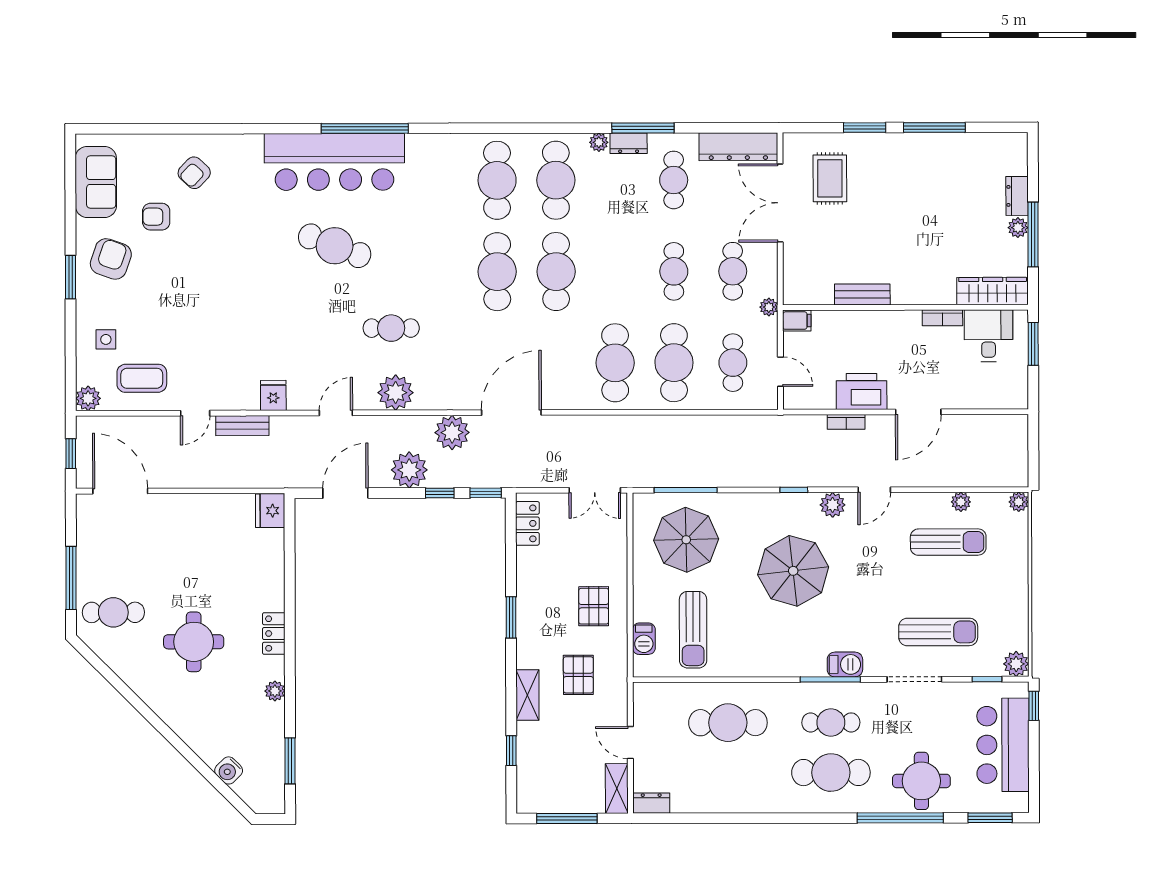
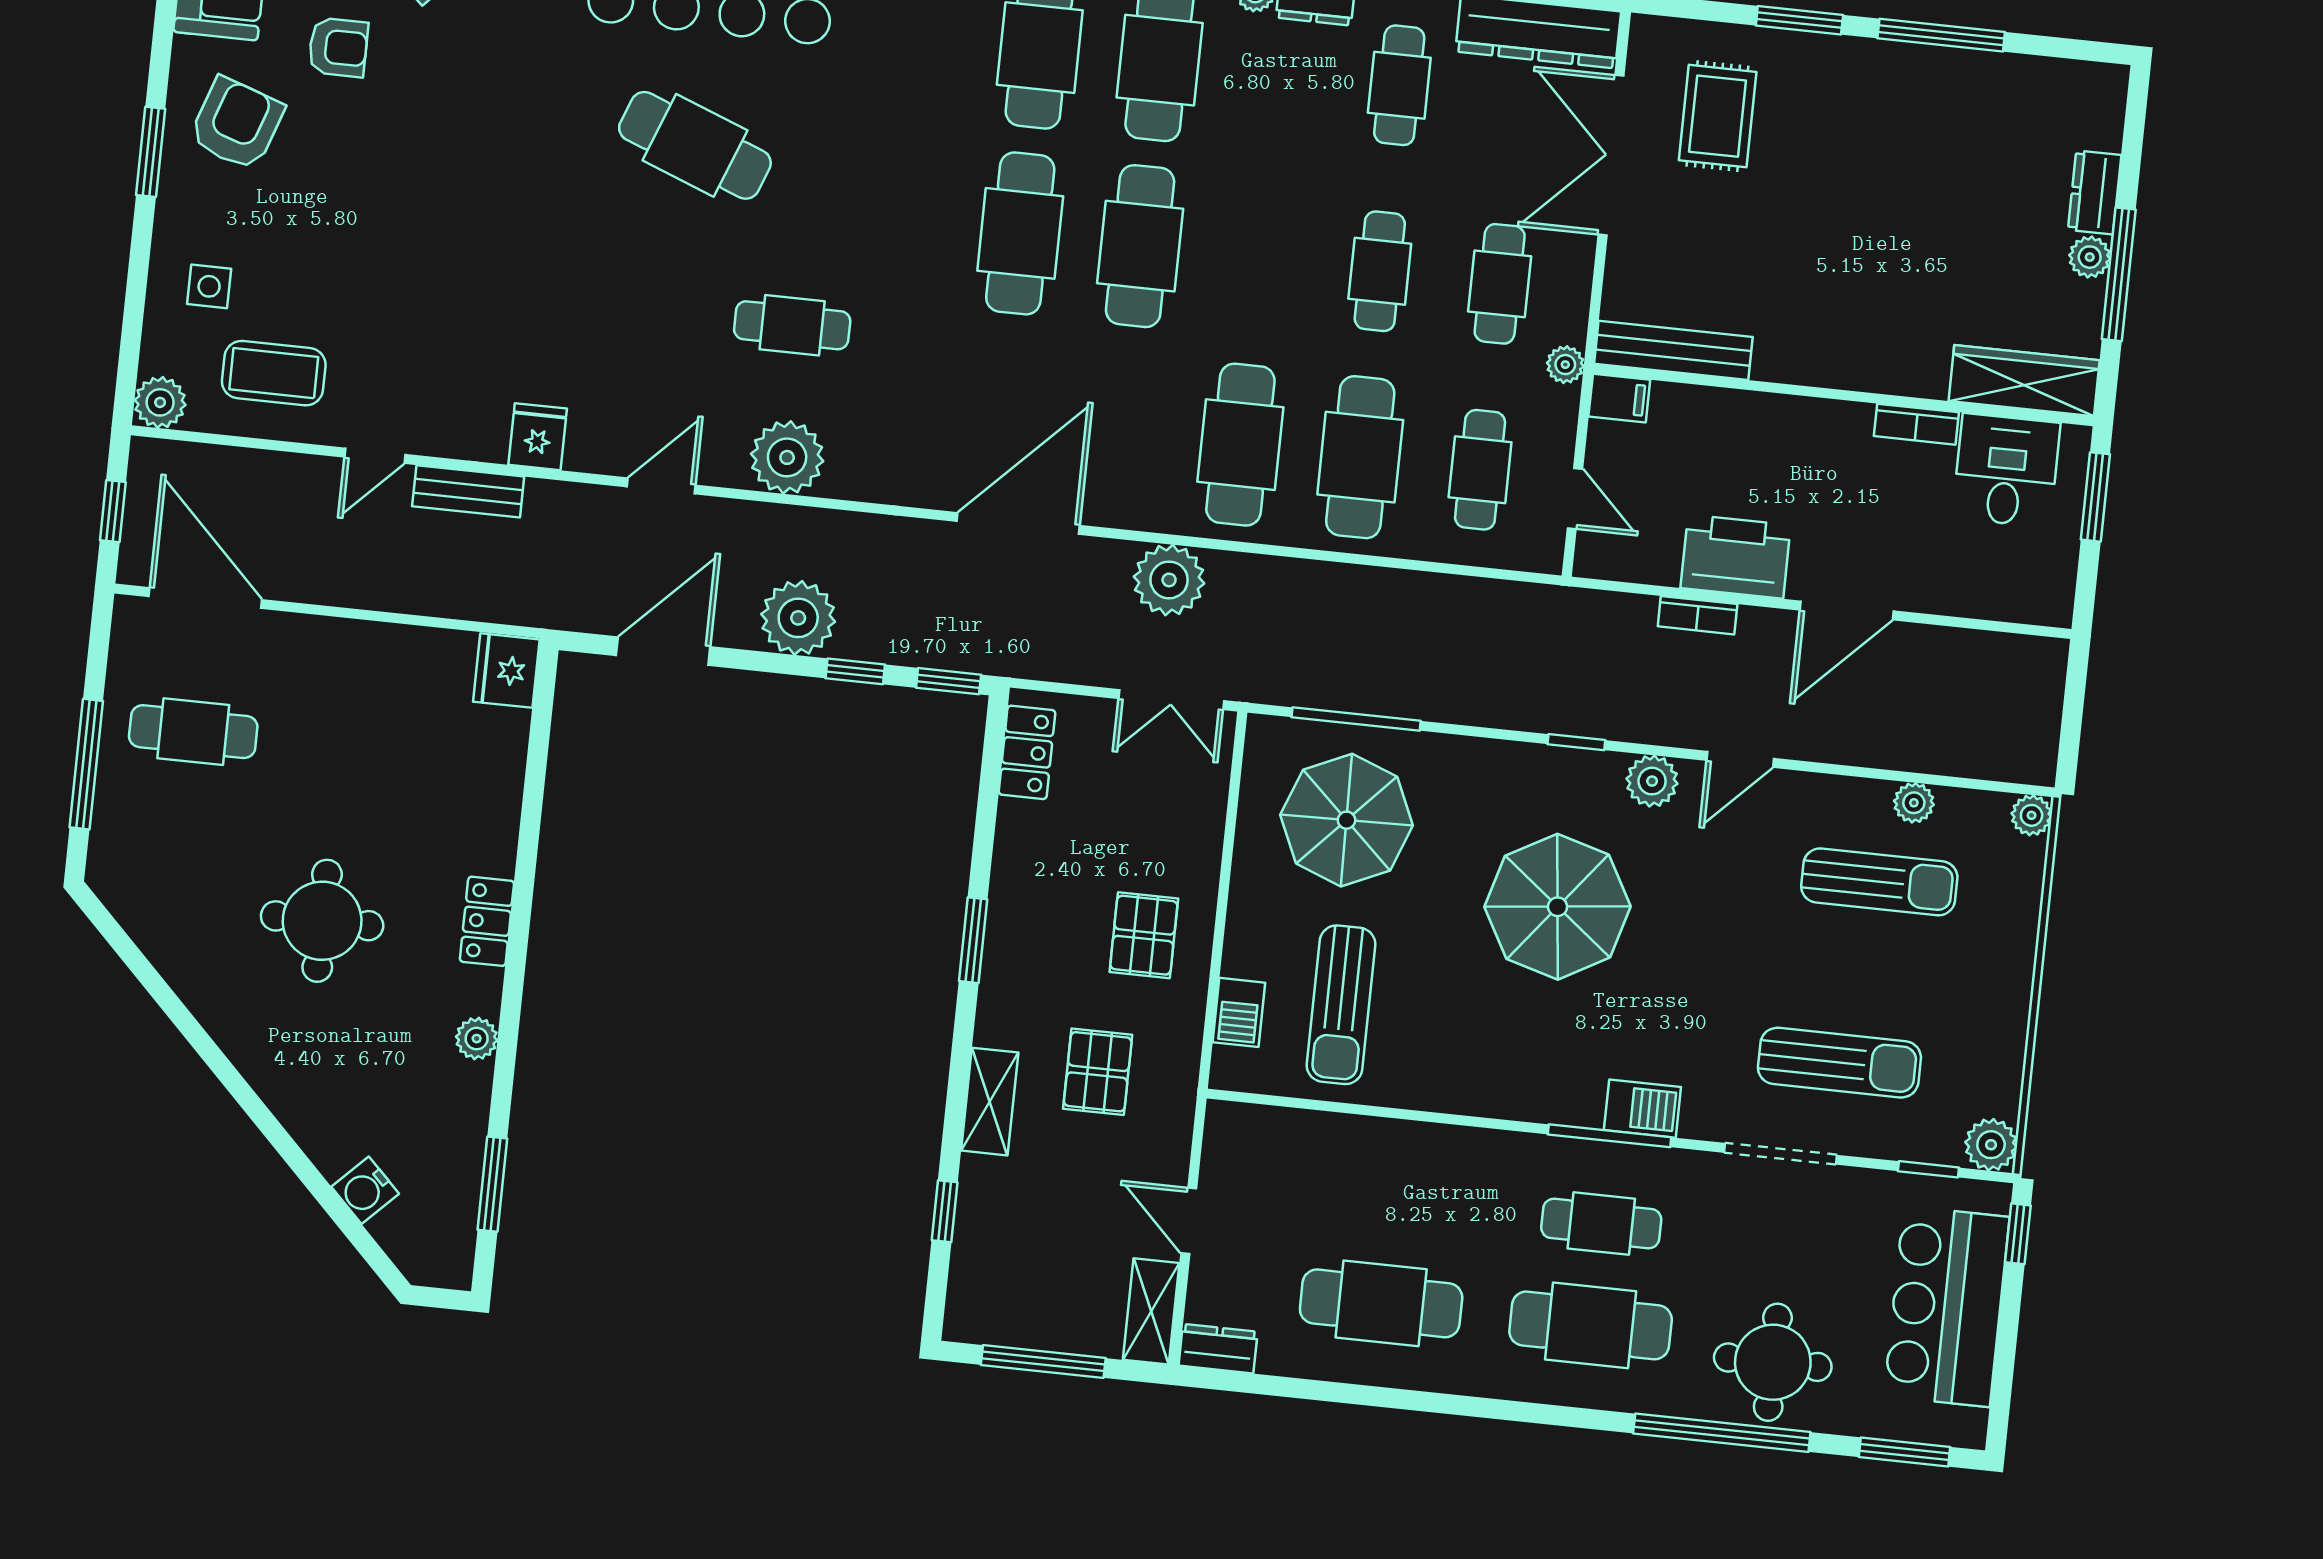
armchair: (156, 217) -> (338, 47), turned 180
bench: (862, 294) -> (1673, 350), moved, width x1.36
plant: (452, 432) -> (1169, 580), moved
cafe table: (113, 612) -> (193, 732), moved
cafe table: (728, 723) -> (1381, 1303), moved

